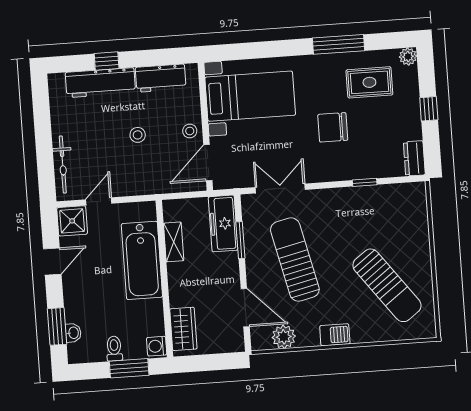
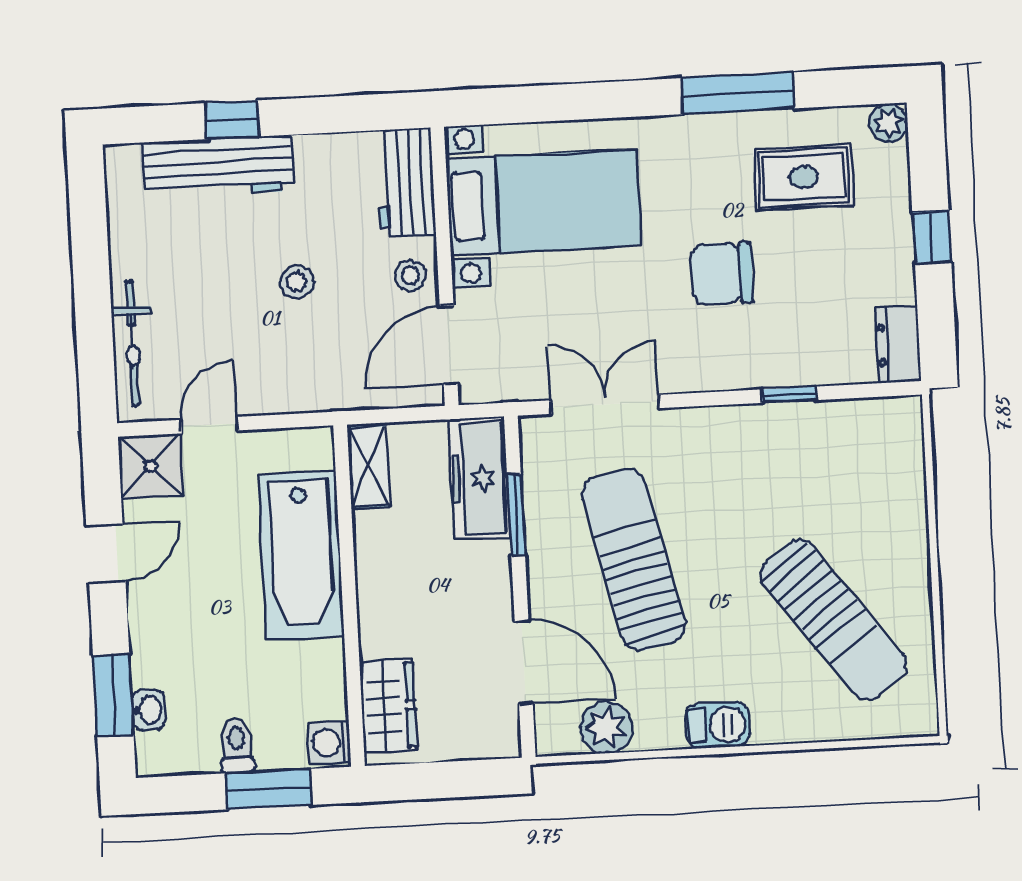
workbench: (161, 78) -> (406, 182), moved, turned 90
shelving: (174, 242) -> (368, 466), moved

